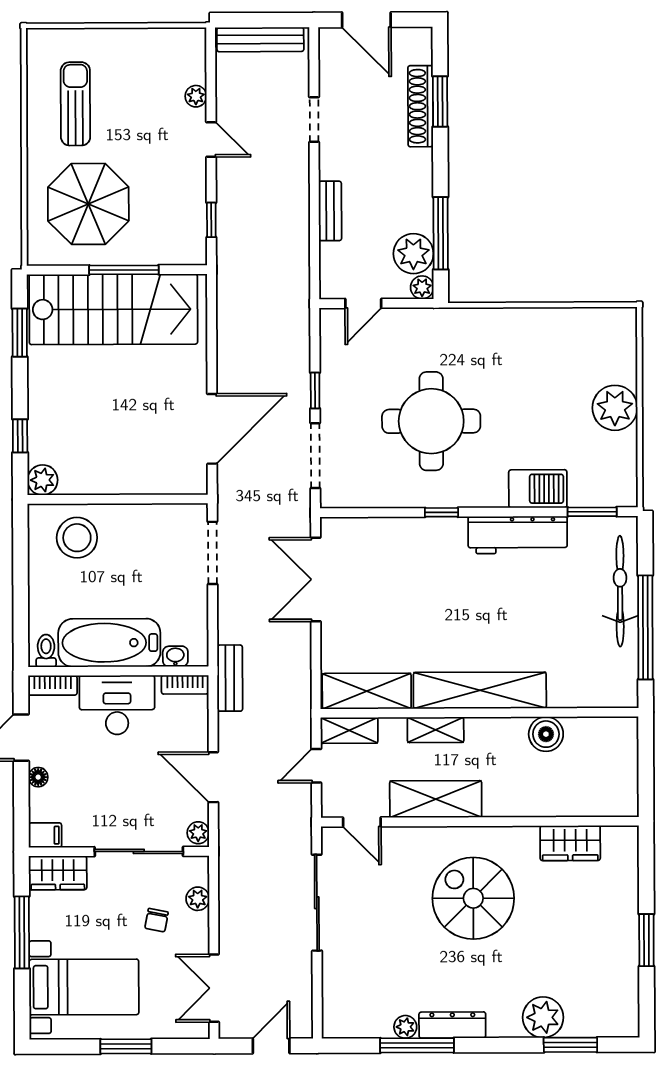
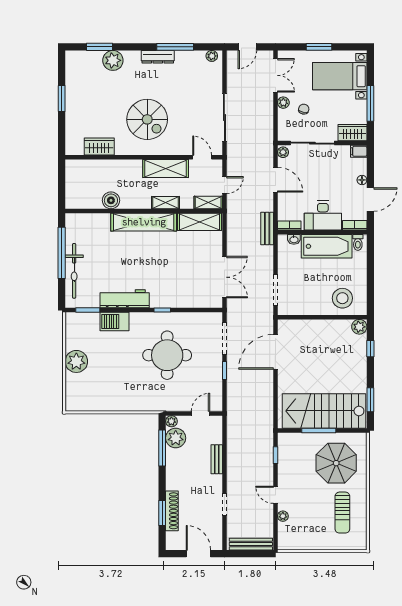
plant: (198, 899) -> (283, 103), moved
plant: (405, 1027) -> (212, 56), moved

